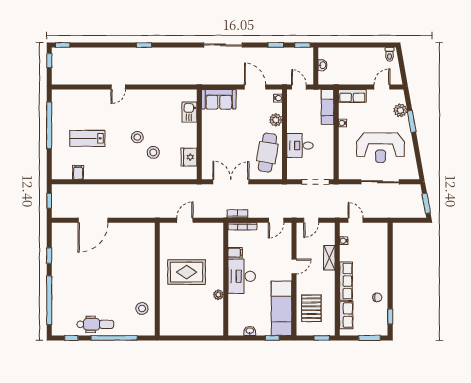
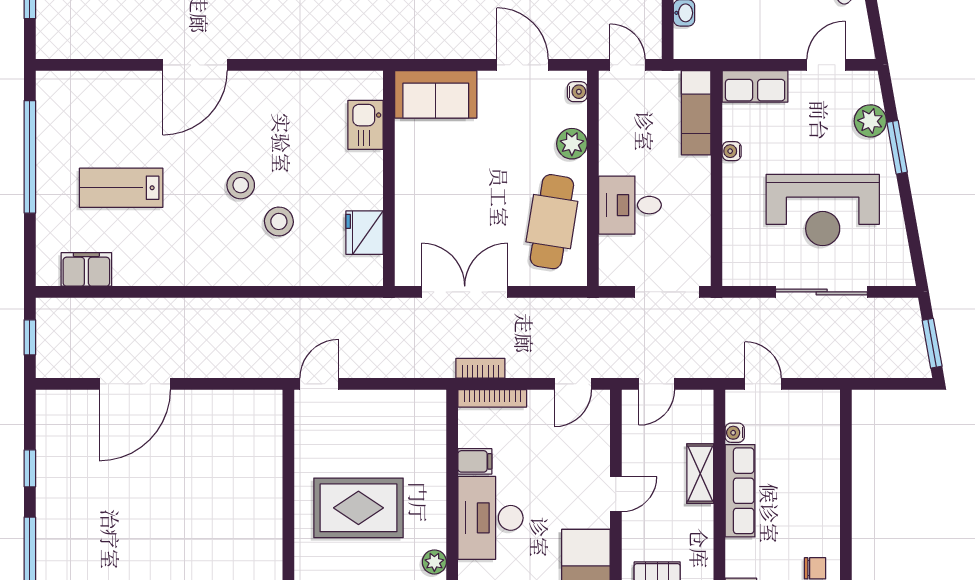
door: (118, 87) -> (195, 65), width x1.88
filing cabinet: (78, 172) -> (86, 269), width x2.00
door: (185, 220) -> (319, 384), moved
row of seats: (346, 281) -> (740, 491), moved

